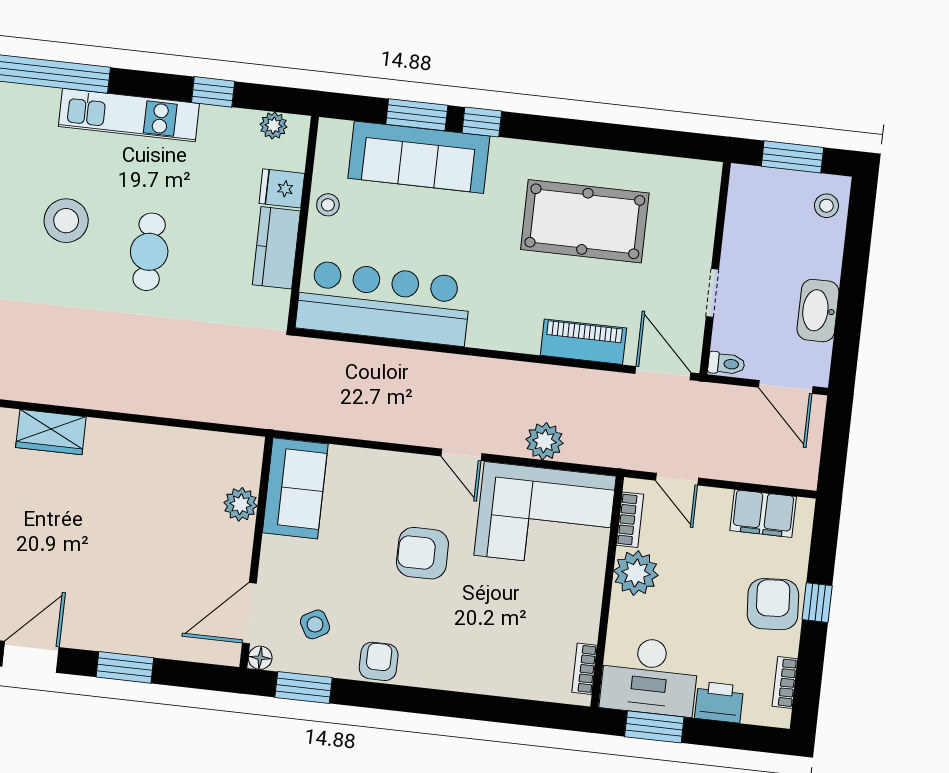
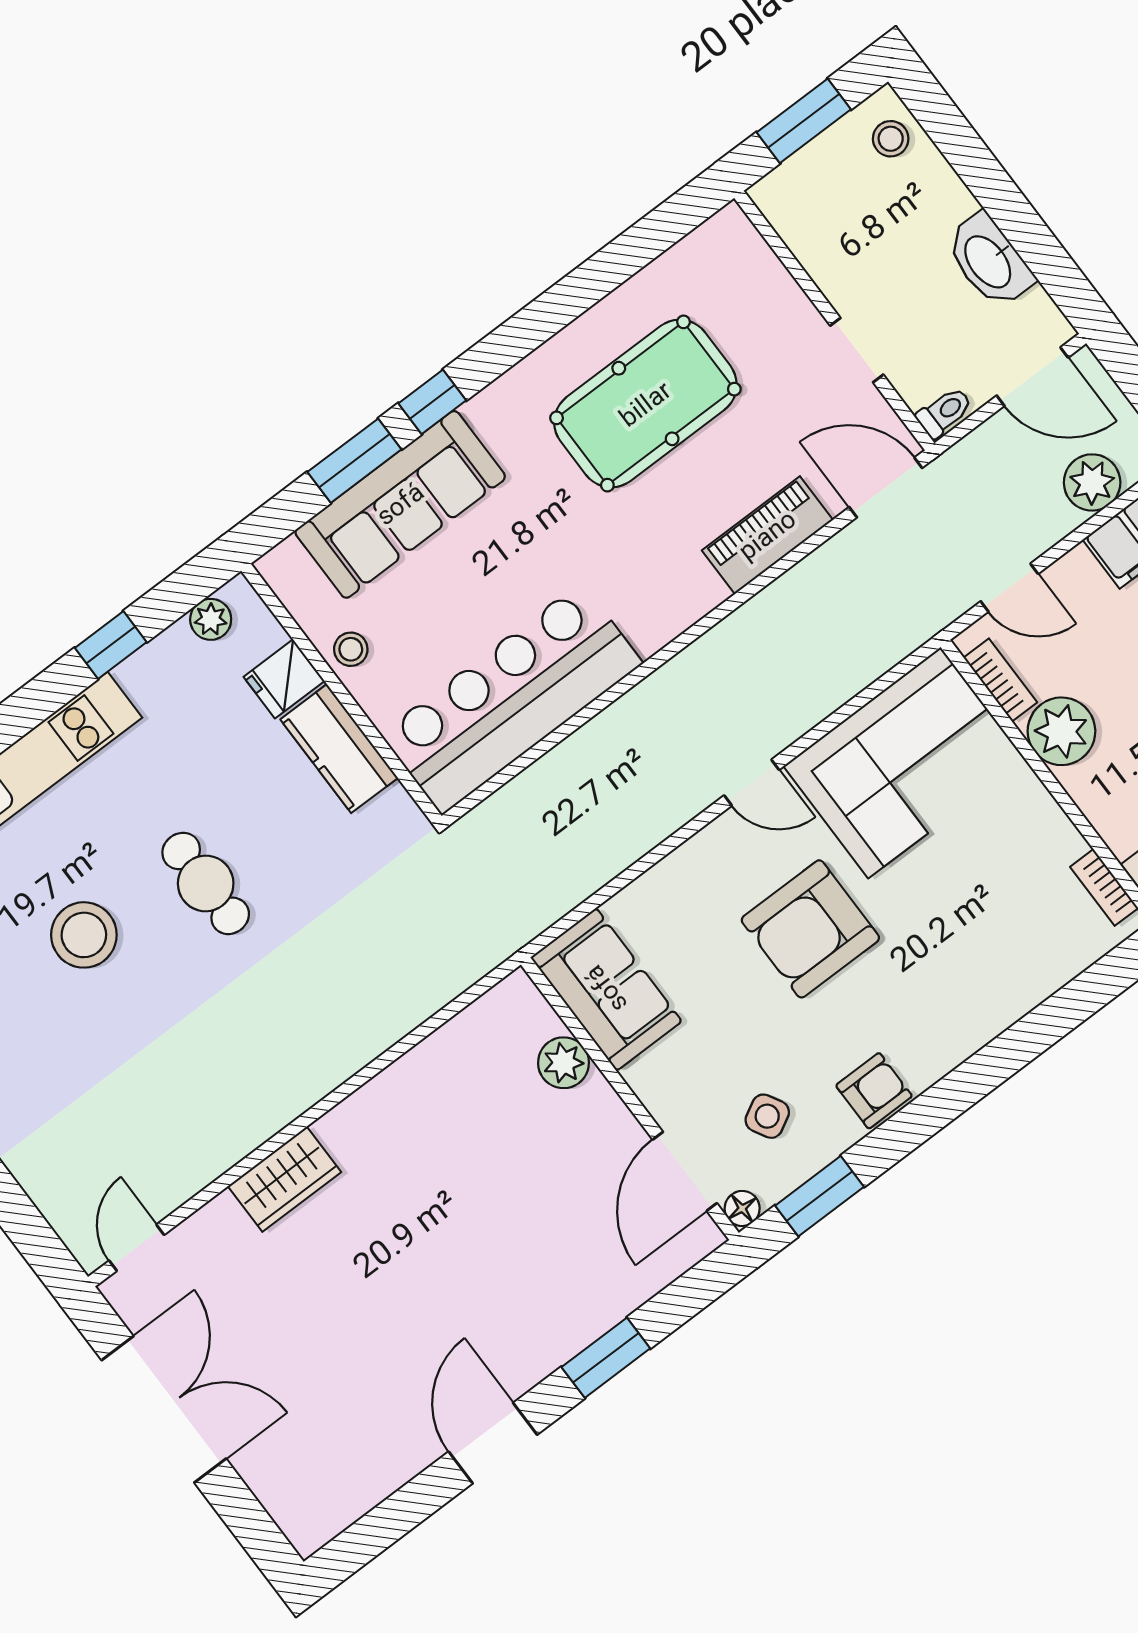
plant: (544, 441) -> (1092, 482), moved
armchair: (422, 553) -> (810, 929), width x1.36, depth x1.36
armchair: (379, 661) -> (874, 1091), turned 90

